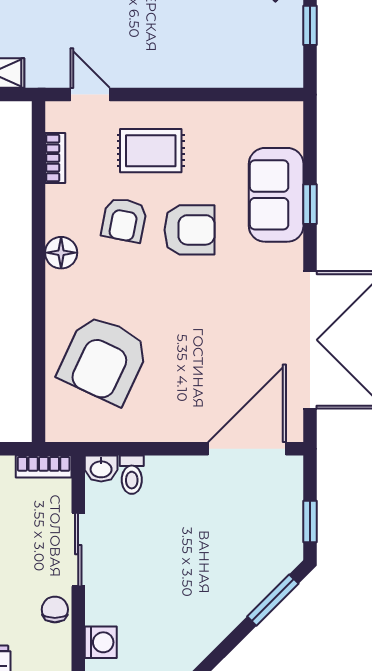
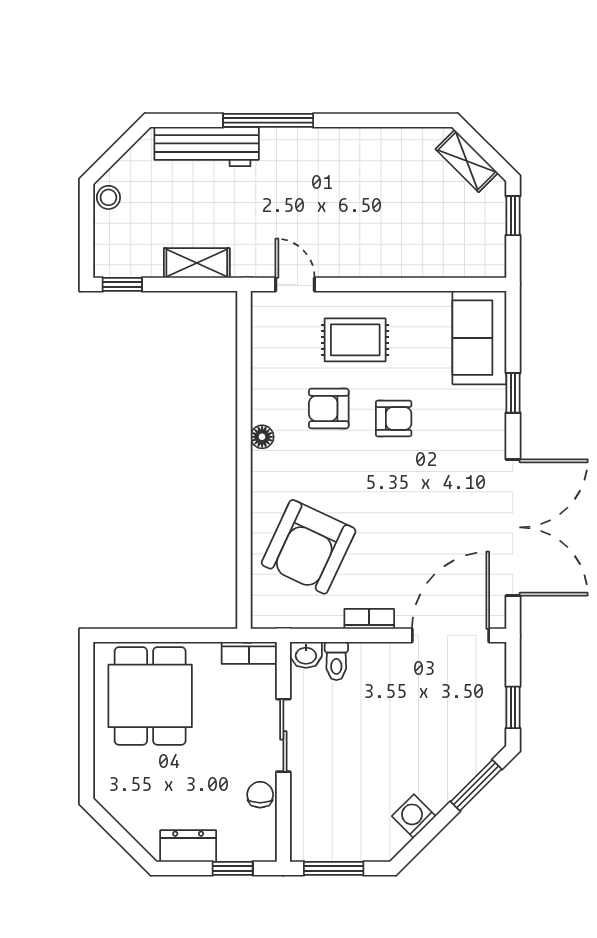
bookcase: (55, 158) -> (369, 619), moved, turned -90
sofa: (276, 195) -> (479, 338), moved
armchair: (124, 220) -> (329, 408), turned 79
armchair: (190, 230) -> (394, 418), width x0.72, depth x0.72
floor lamp: (61, 253) -> (262, 437), width x0.73, depth x0.73
washing machine: (101, 642) -> (414, 816), moved, turned -135

